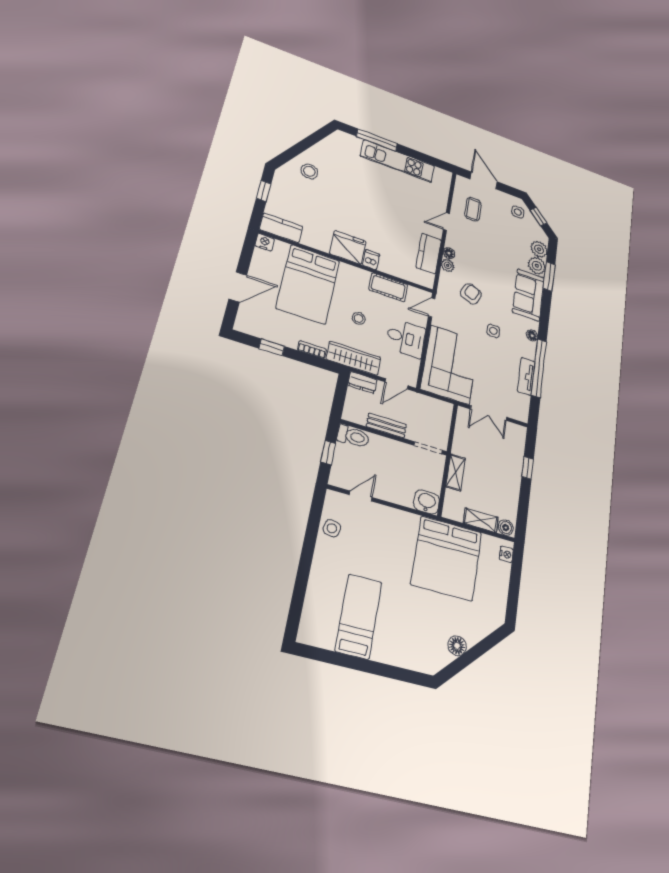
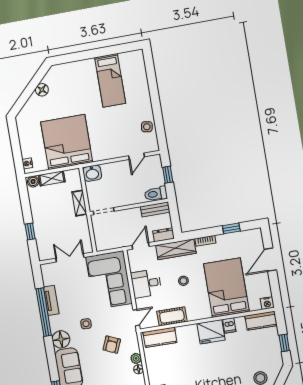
kitchen counter: (429, 254) -> (160, 337), moved, turned 90
dishwasher: (371, 260) -> (229, 325), moved
floor lamp: (532, 335) -> (61, 339), width x1.89, depth x1.89
bench: (386, 426) -> (155, 209), moved

